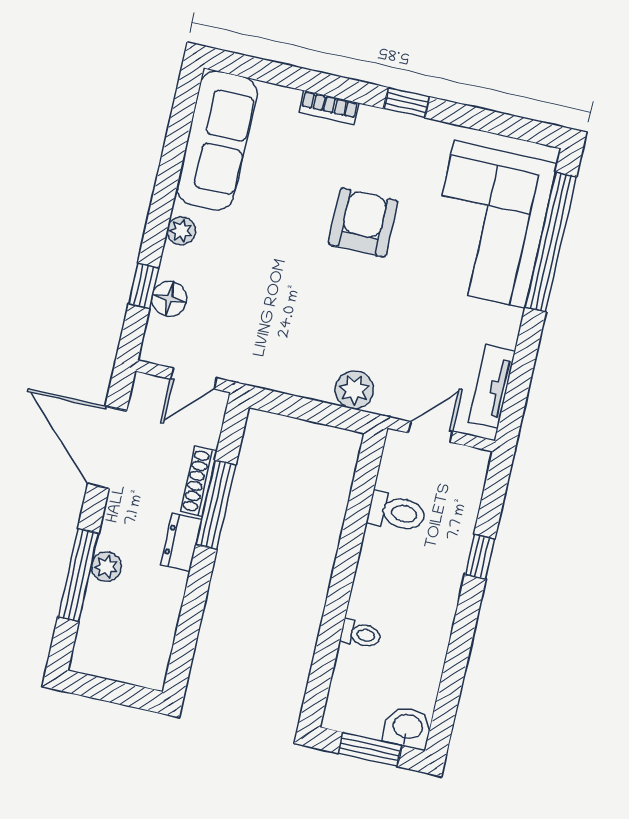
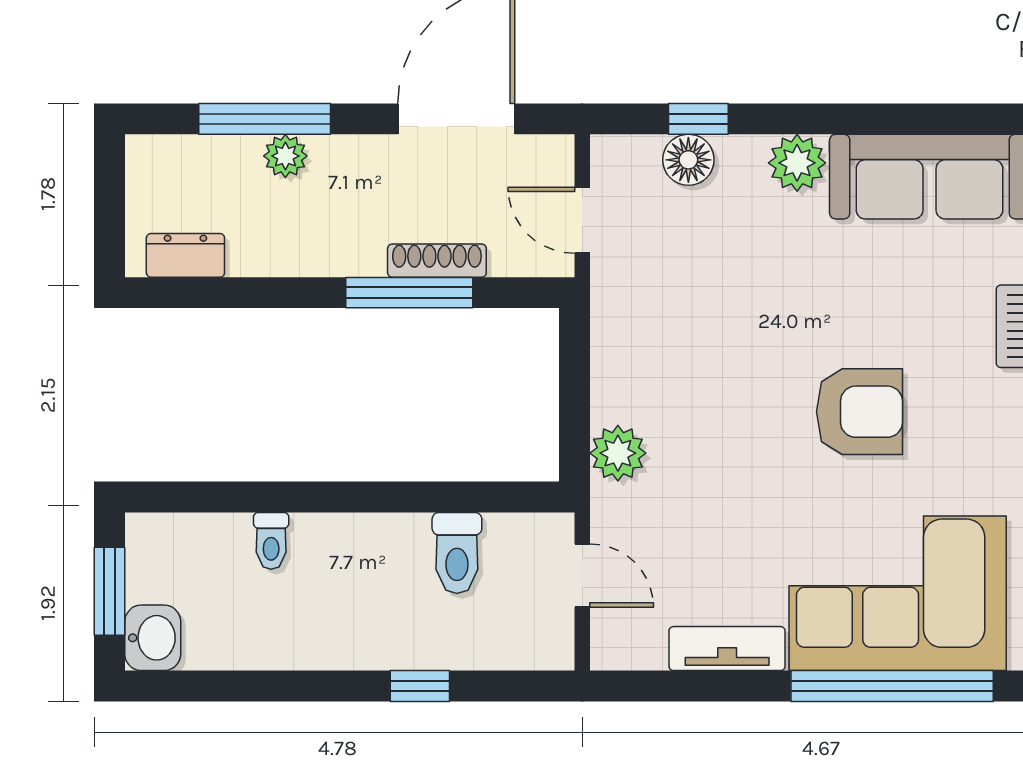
plant: (181, 231) -> (797, 163), width x1.38, depth x1.38
tv unit: (492, 387) -> (727, 649), moved
dresser: (181, 542) -> (185, 255), moved

